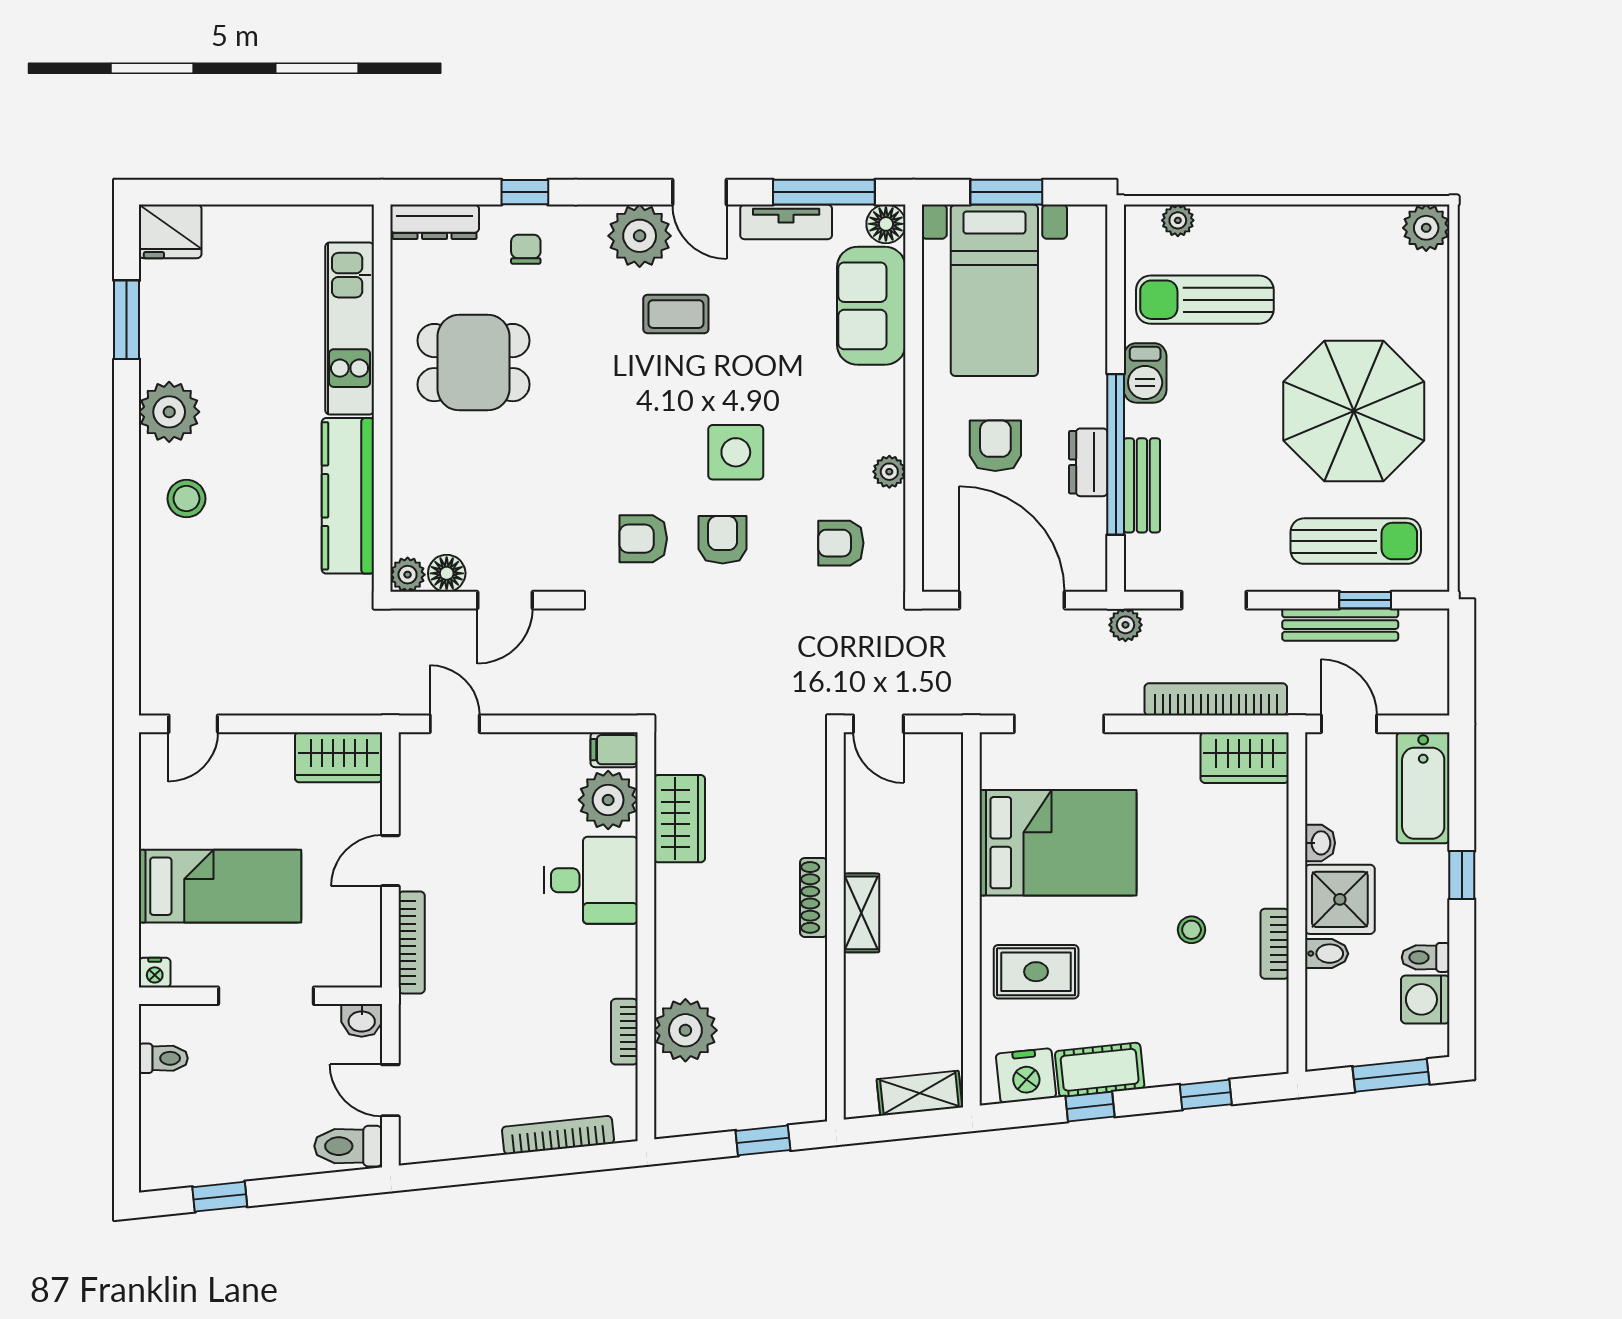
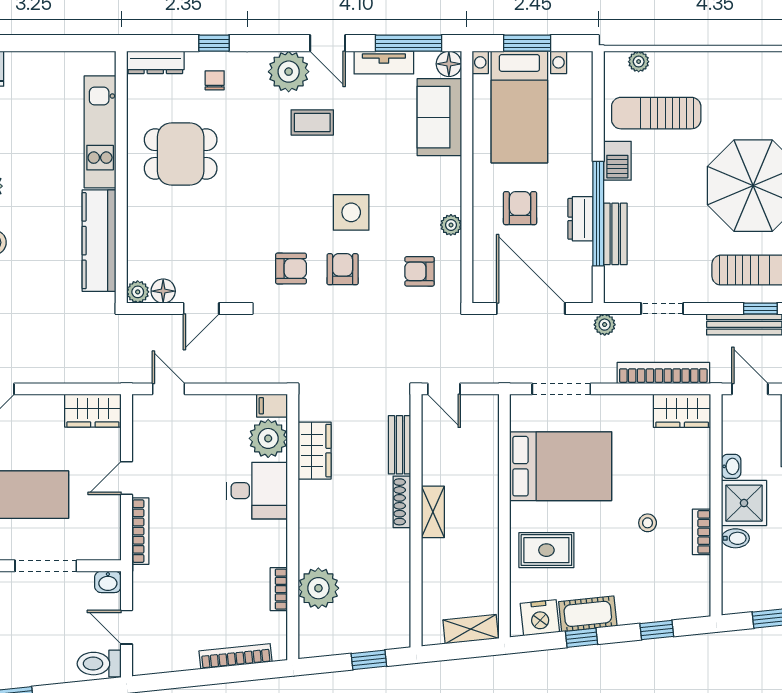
armchair: (643, 539) -> (291, 269), turned 180
bench: (810, 810) -> (399, 445), added

